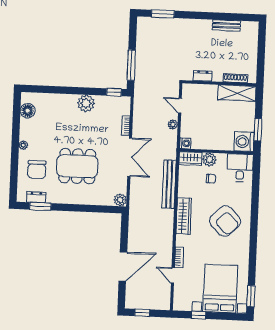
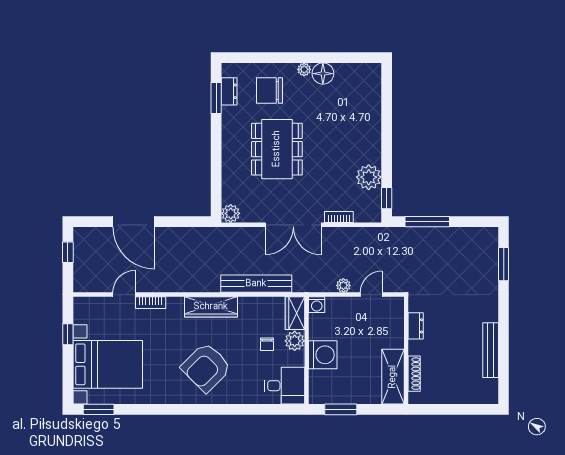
bench: (226, 25) -> (491, 350), width x1.36
plant: (86, 103) -> (369, 177), moved
floor lamp: (28, 111) -> (323, 74), moved
washing machine: (244, 142) -> (323, 355), moved, turned 90

